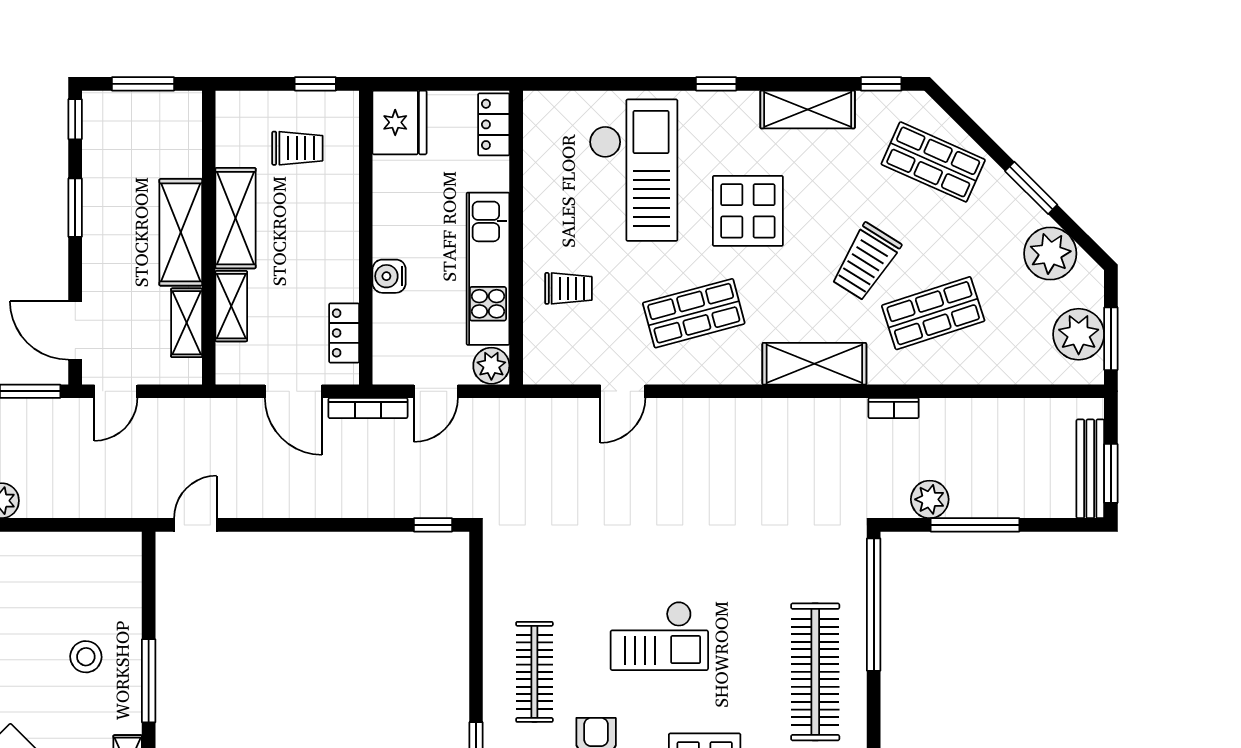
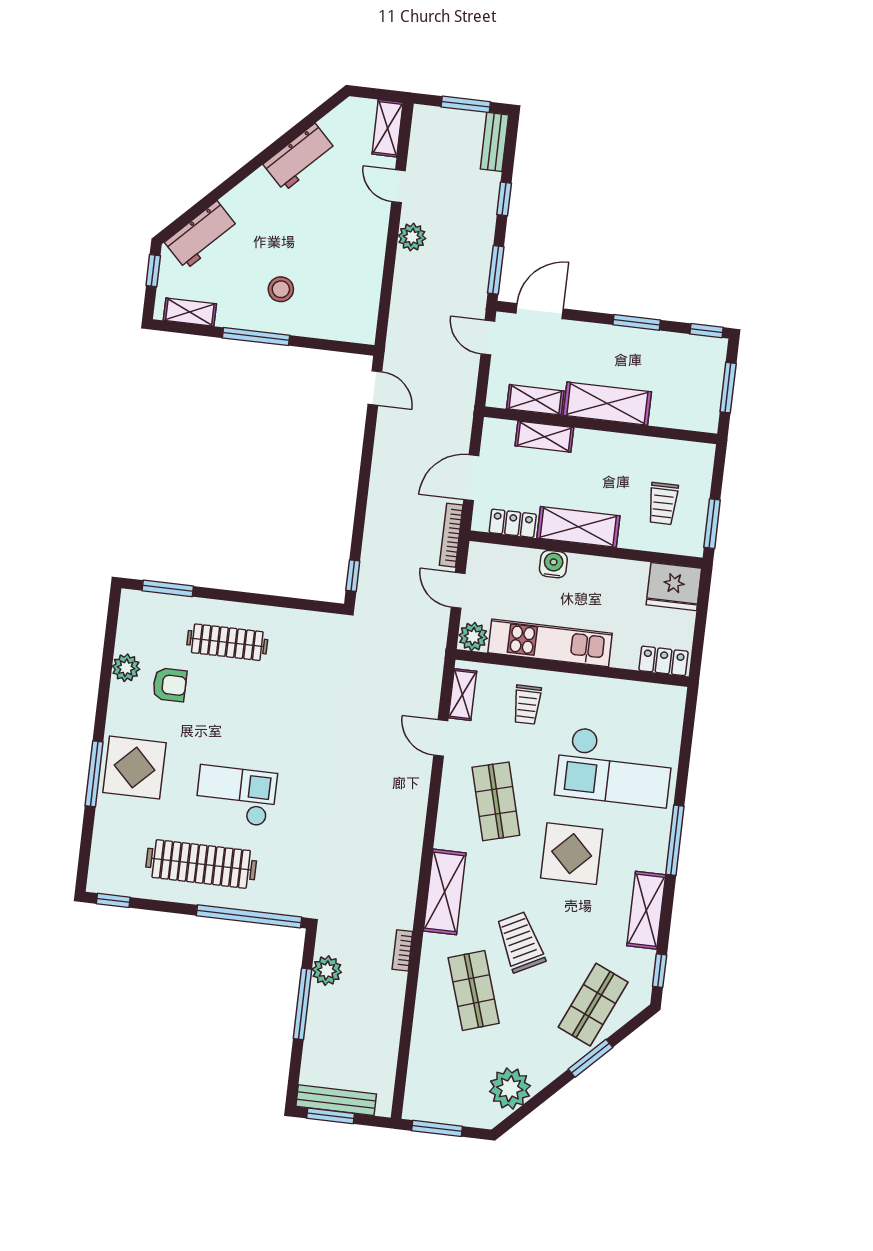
window: (315, 84) -> (712, 524), width x1.50
window: (716, 84) -> (675, 840), width x2.17
window: (1031, 188) -> (591, 1058), moved
shelving: (236, 218) -> (578, 527), moved
trolley: (866, 262) -> (520, 942), turned 31
plant: (1079, 334) -> (443, 1103), removed
shelving: (565, 370) -> (462, 695), added
checkout: (659, 636) -> (236, 796), moved, turned 90

